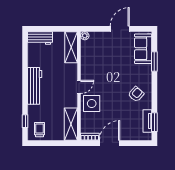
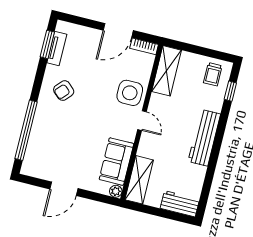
sofa: (143, 49) -> (116, 162), moved, turned 180
window: (154, 62) -> (26, 130), width x2.11
door: (79, 87) -> (142, 121), swing flipped

